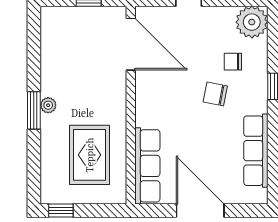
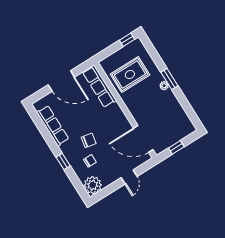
rug: (90, 155) -> (130, 74), turned 90

